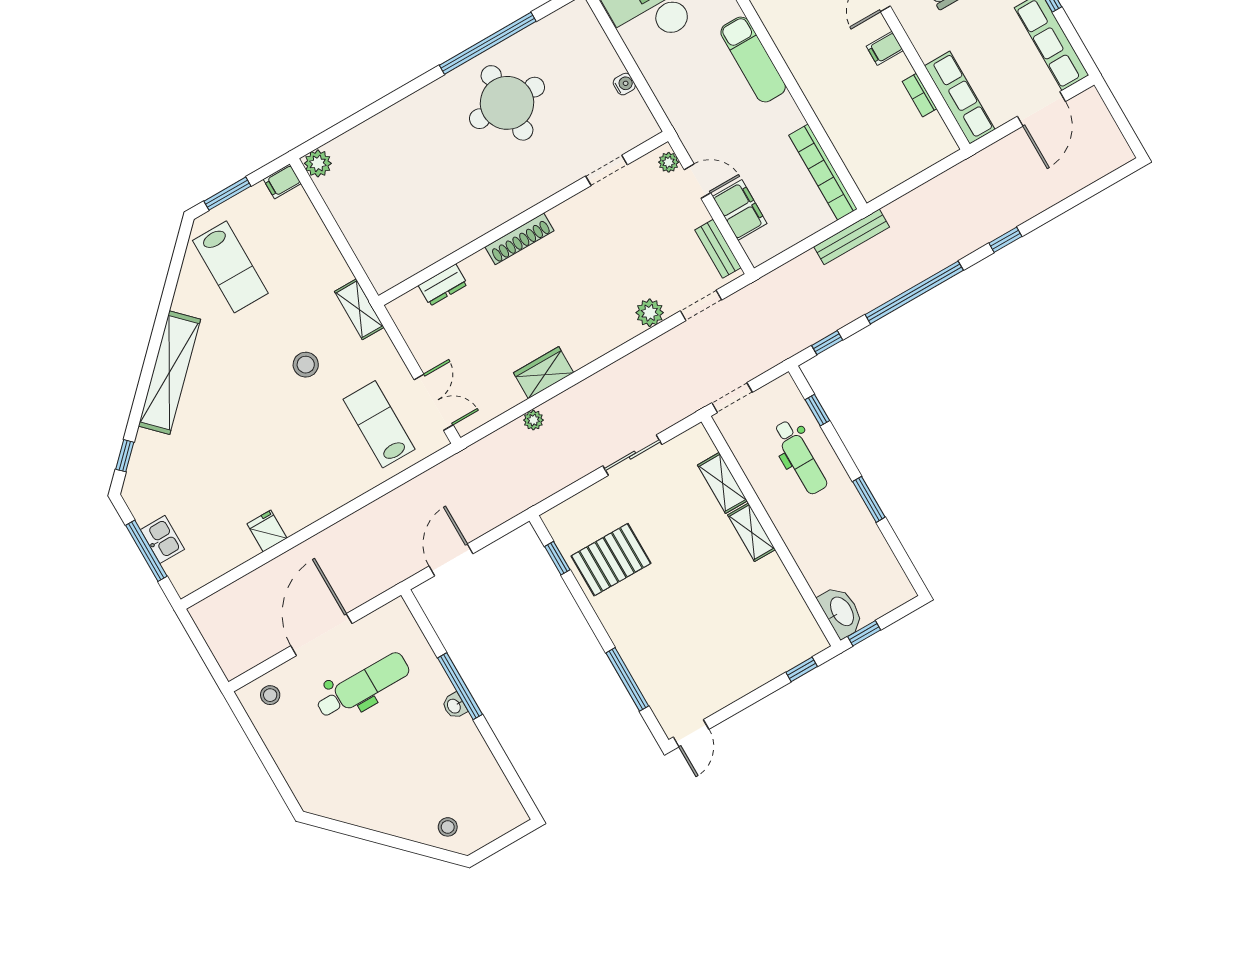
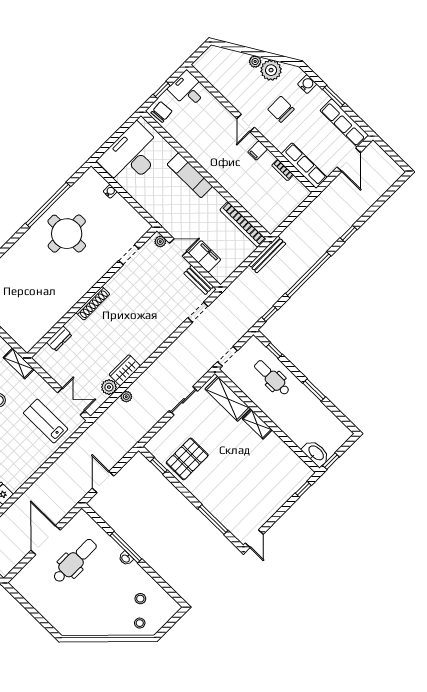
water cooler: (624, 84) -> (110, 191), moved
plant: (650, 313) -> (109, 387), moved
dental chair: (800, 457) -> (272, 378), turned 180
shelving: (722, 483) -> (228, 399), width x1.50, depth x1.33
stool: (270, 695) -> (140, 599), moved

